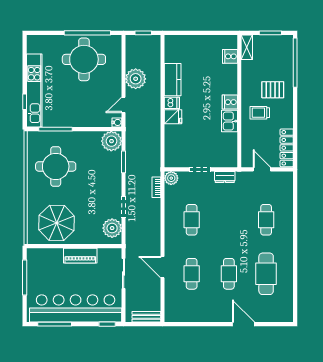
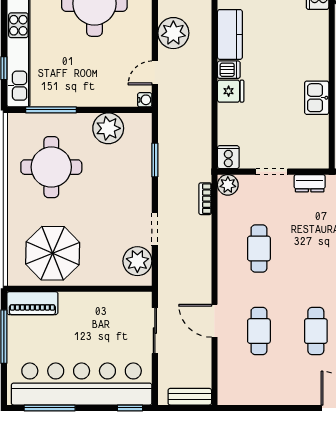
cooker: (230, 102) -> (228, 157), moved, turned 90
plant: (111, 141) -> (108, 128), moved
piano: (80, 256) -> (32, 303), moved

